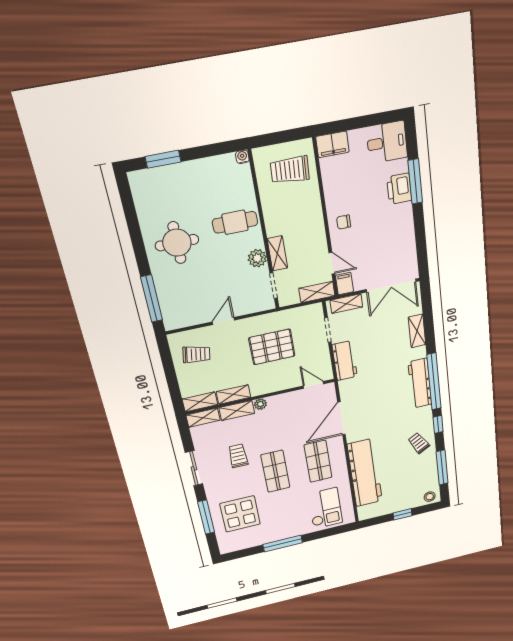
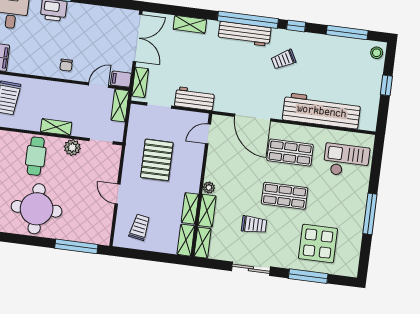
round table: (177, 243) -> (37, 209), width x1.36, depth x1.36
shelving: (277, 253) -> (56, 127), moved
trolley: (419, 443) -> (283, 59), moved
trolley: (238, 456) -> (254, 225), turned 180

